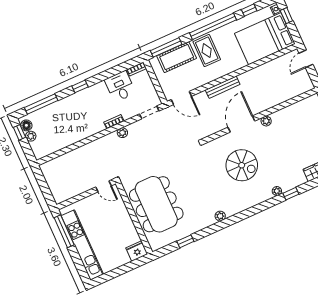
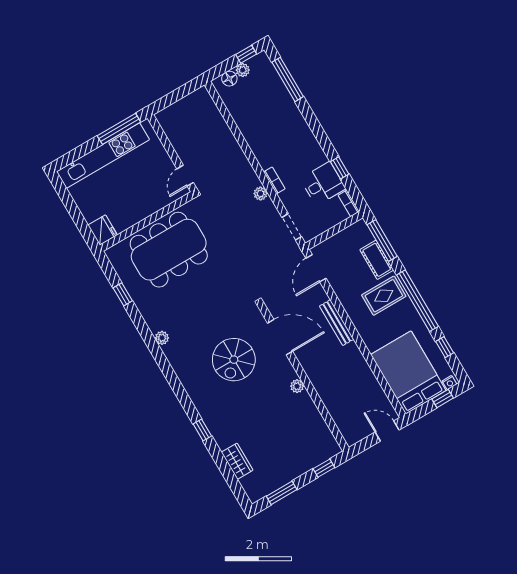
cot: (177, 57) -> (377, 260), width x0.73, depth x0.75
window: (80, 86) -> (340, 168), moved
door: (241, 124) -> (280, 337), moved
floor lamp: (26, 125) -> (229, 79), moved
plant: (277, 191) -> (204, 411), removed

